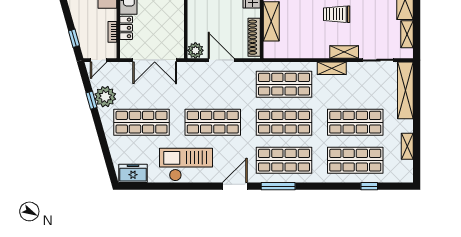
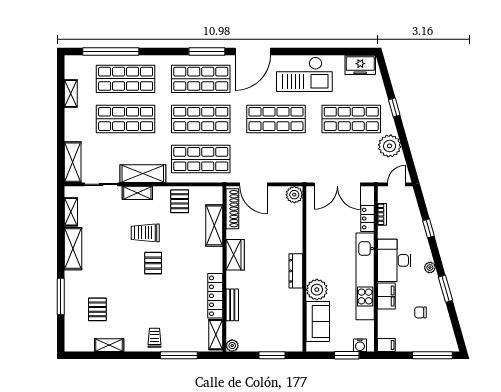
trolley: (337, 14) -> (145, 233), turned 180
window: (74, 38) -> (428, 228), moved
pallet: (304, 44) -> (180, 201), added
double door: (155, 60) -> (337, 184), swing flipped
door: (221, 60) -> (253, 184), moved
shelving: (332, 68) -> (143, 174), width x1.50, depth x1.33
shelving: (405, 90) -> (73, 162), width x0.68
window: (91, 100) -> (394, 107), moved
door: (235, 186) -> (253, 52), width x1.36
window: (369, 186) -> (111, 52), width x3.17

